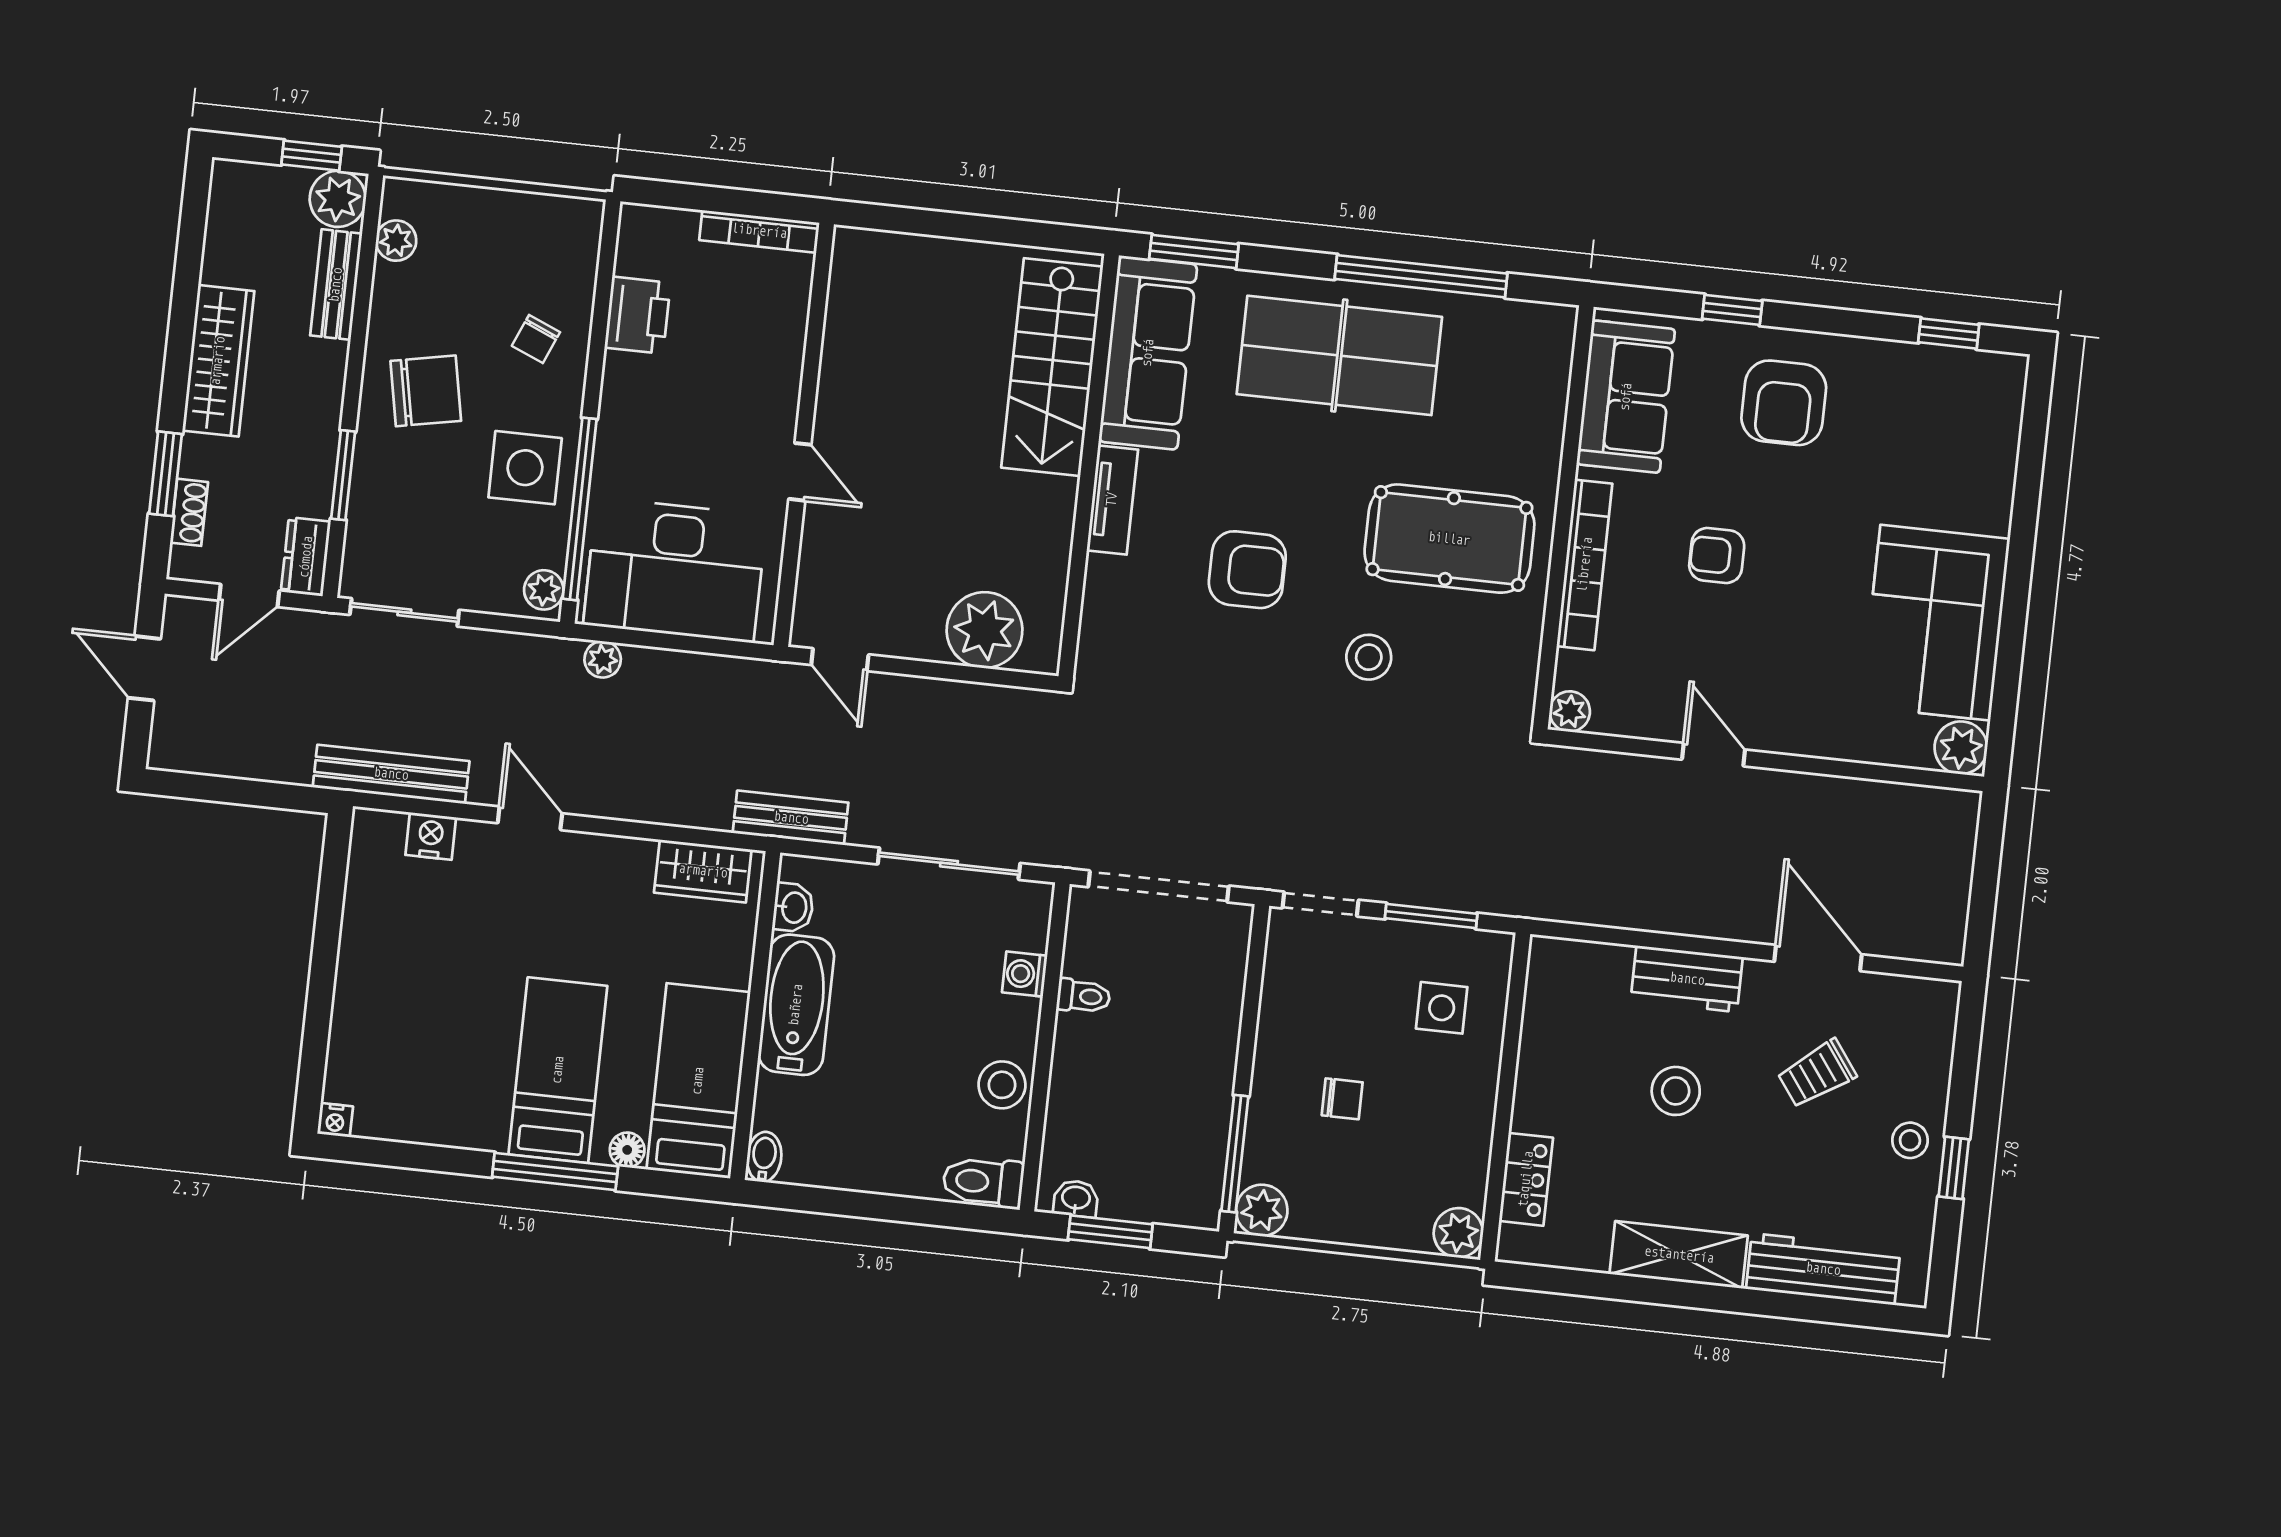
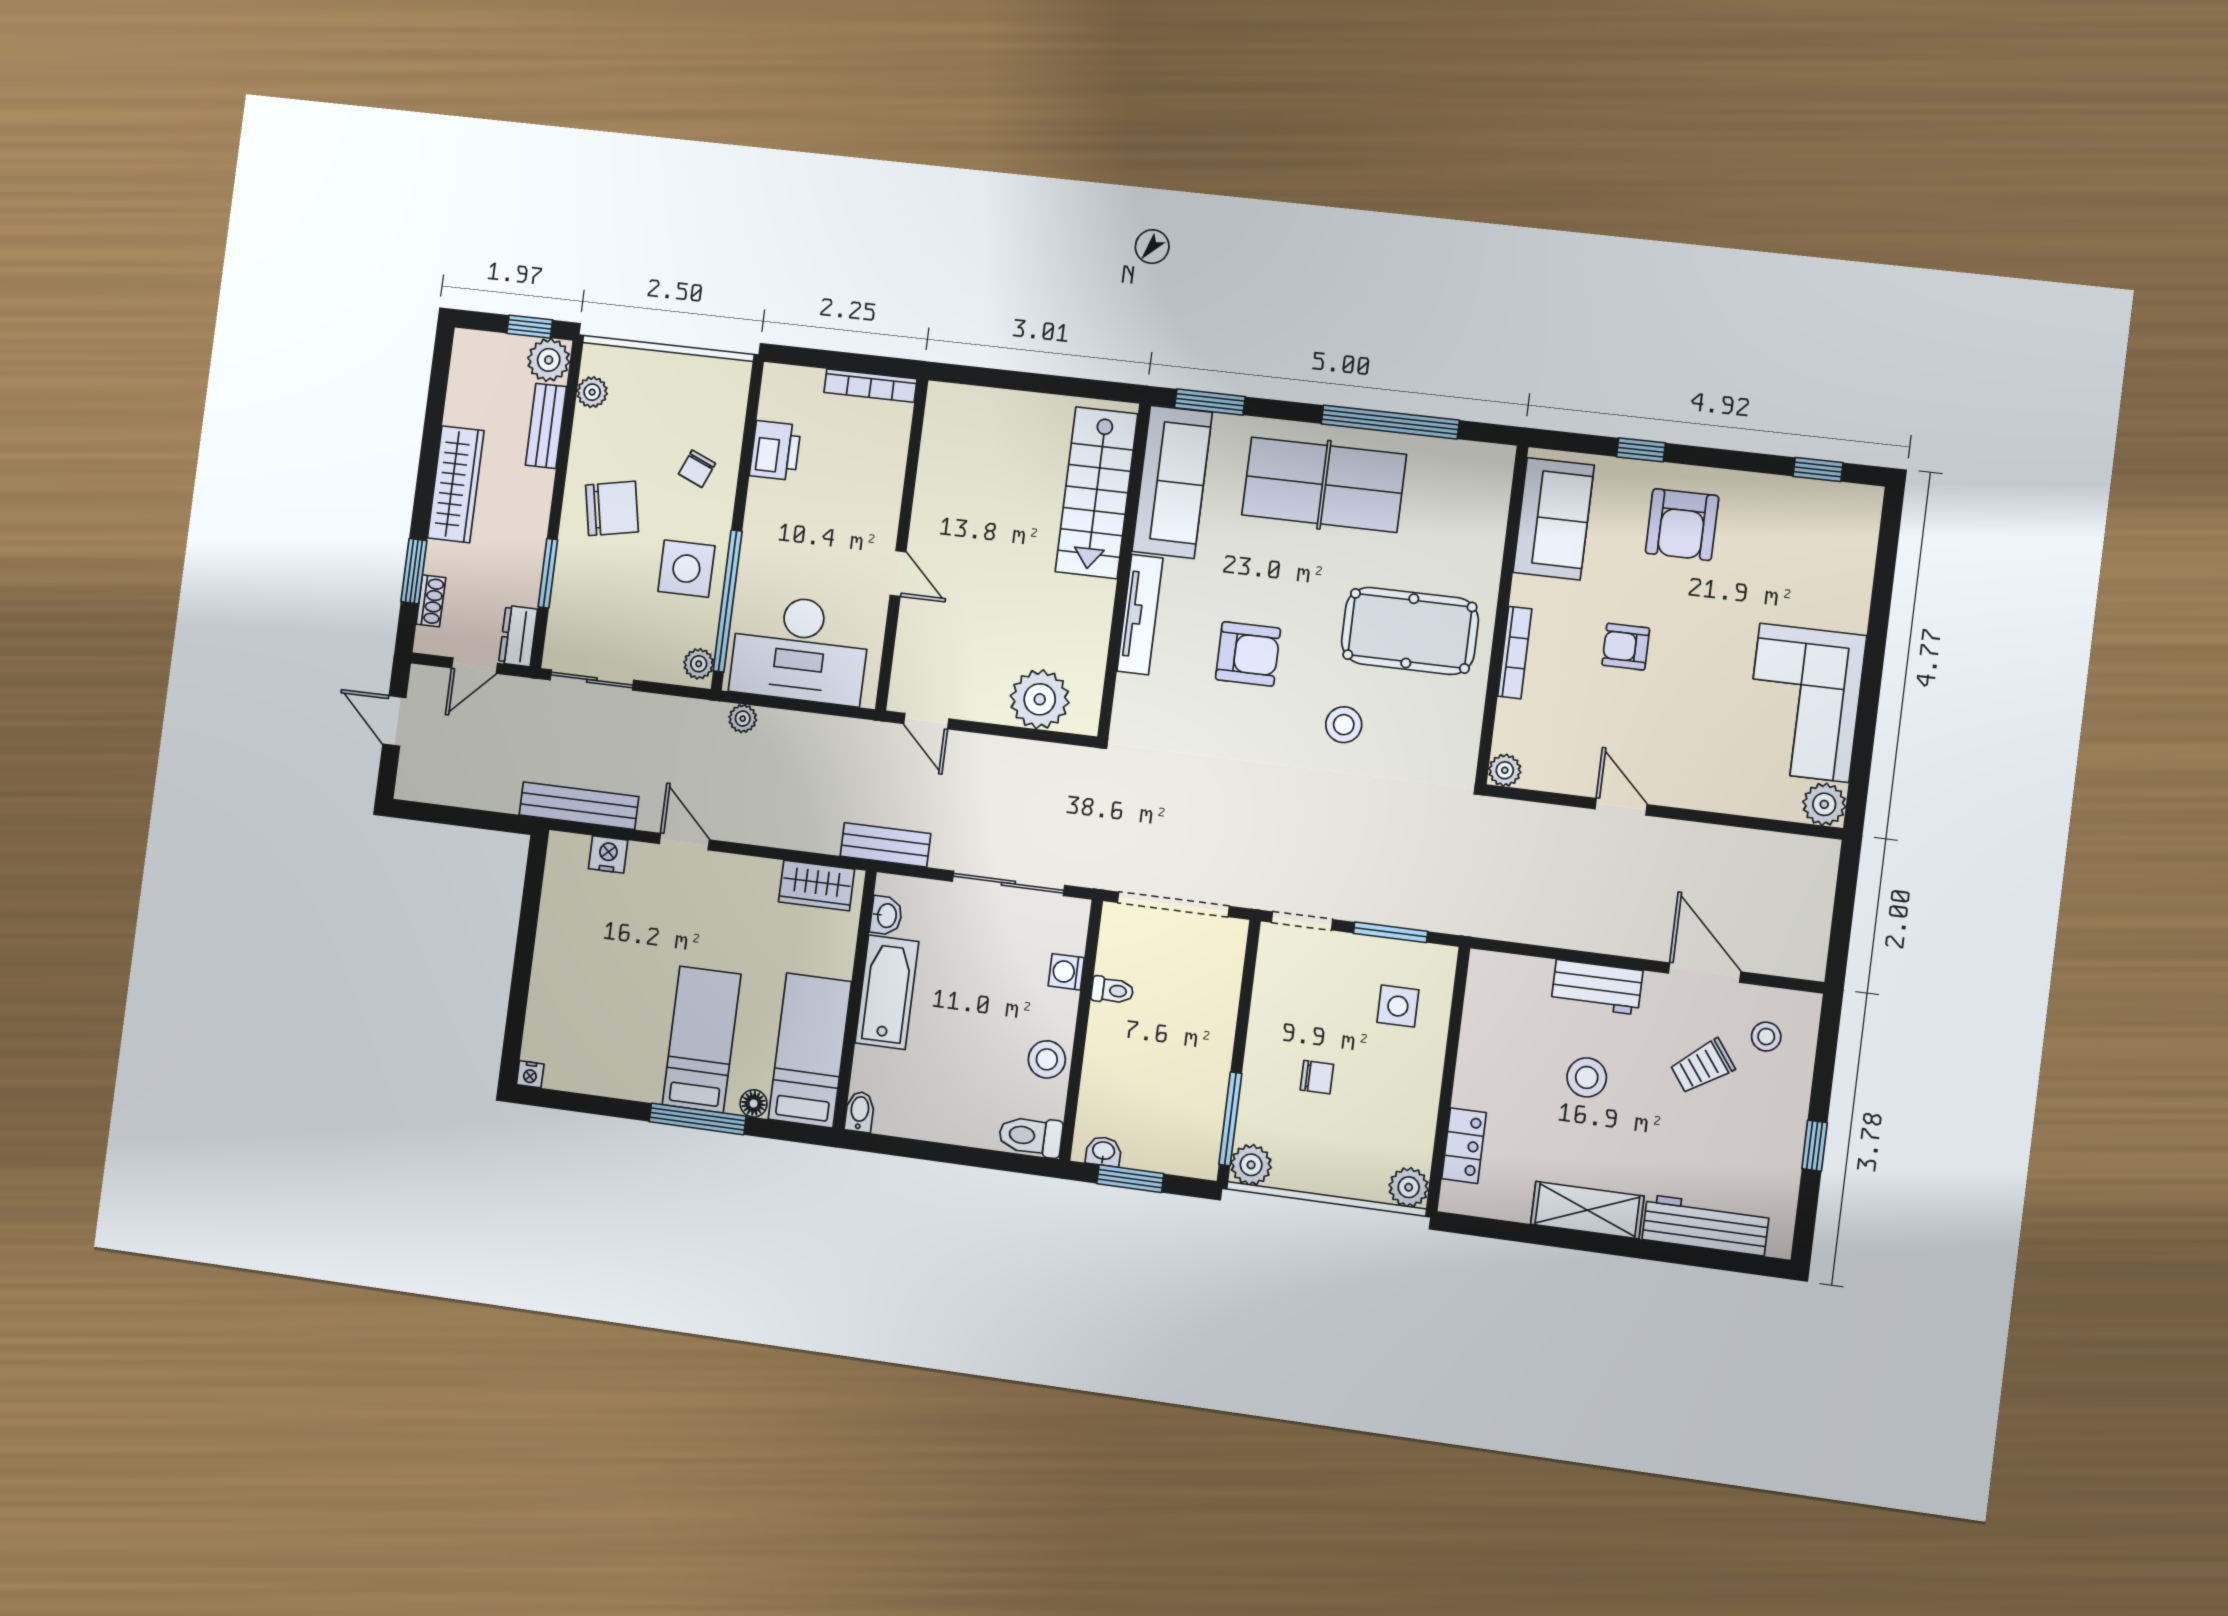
tv unit: (1112, 500) -> (1140, 615), width x1.41
bookcase: (1585, 565) -> (1515, 653), width x0.68, depth x0.76
stool: (1910, 1140) -> (1766, 1037), moved

